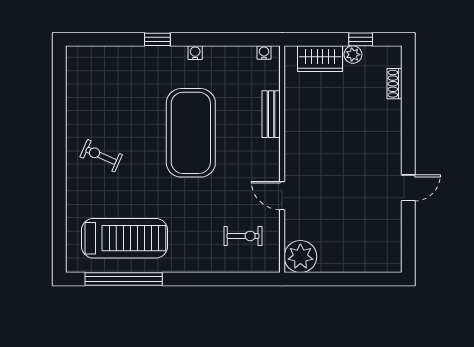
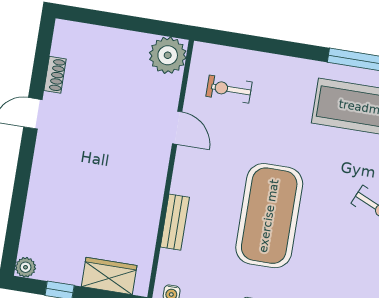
plant: (353, 55) -> (26, 267), moved
shoe rack: (395, 84) -> (55, 75), moved

